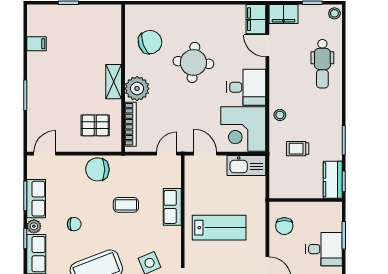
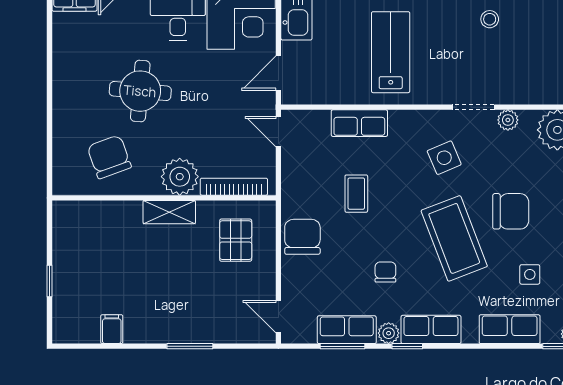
chair: (97, 169) -> (302, 237), turned 180

